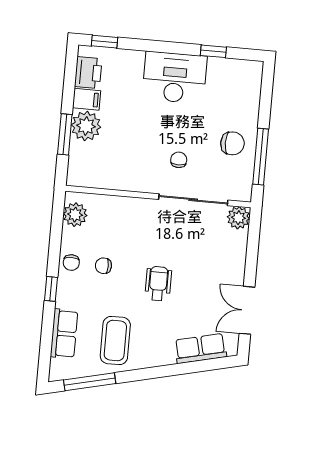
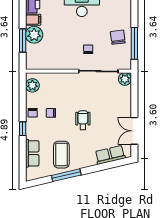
chair: (232, 143) -> (118, 37), turned -97
window: (90, 382) -> (66, 175), moved

